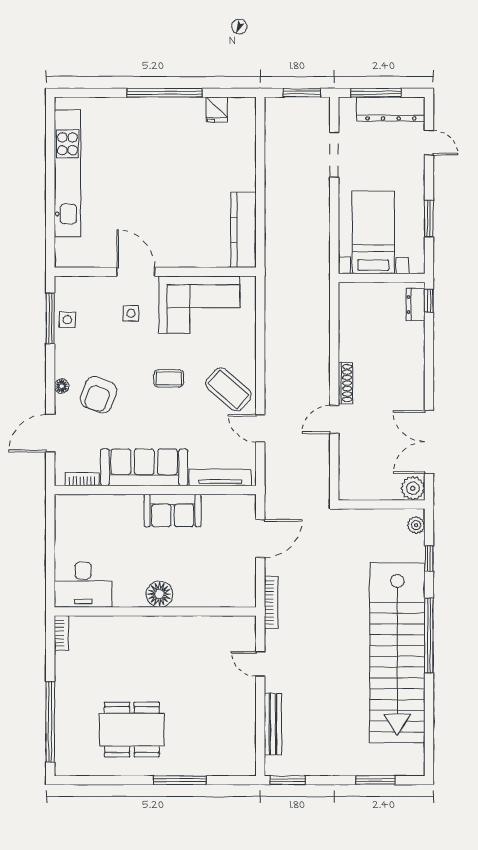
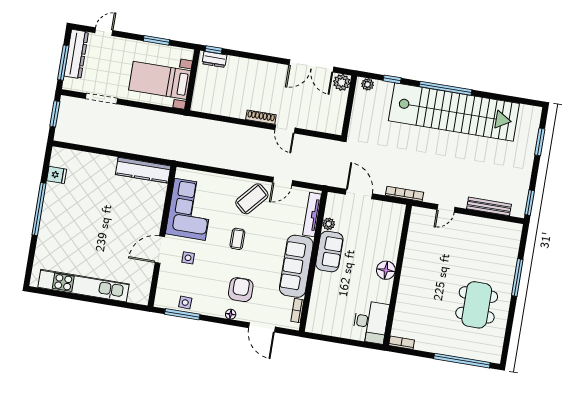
armchair: (98, 395) -> (241, 290), turned -110
plant: (211, 503) -> (329, 224), added

